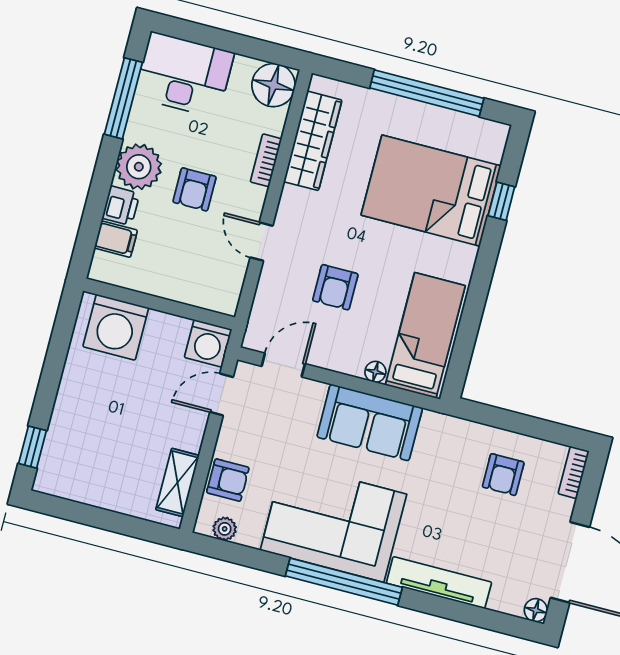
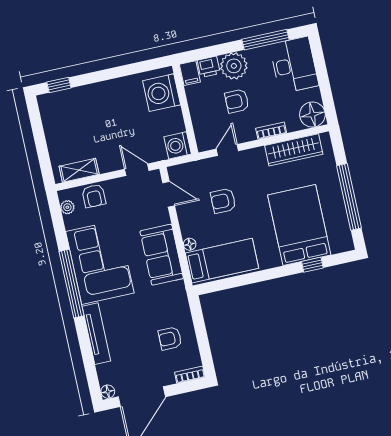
wall: (159, 304) -> (185, 109), moved
washing machine: (116, 327) -> (162, 93), moved
washing machine: (208, 343) -> (178, 145), moved

